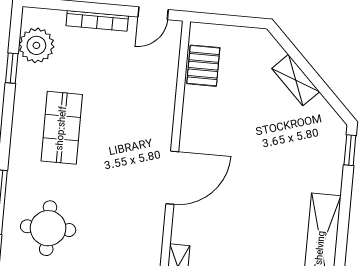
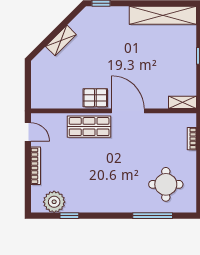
pallet: (203, 66) -> (95, 98), moved
shop shelf: (62, 128) -> (89, 127), moved

